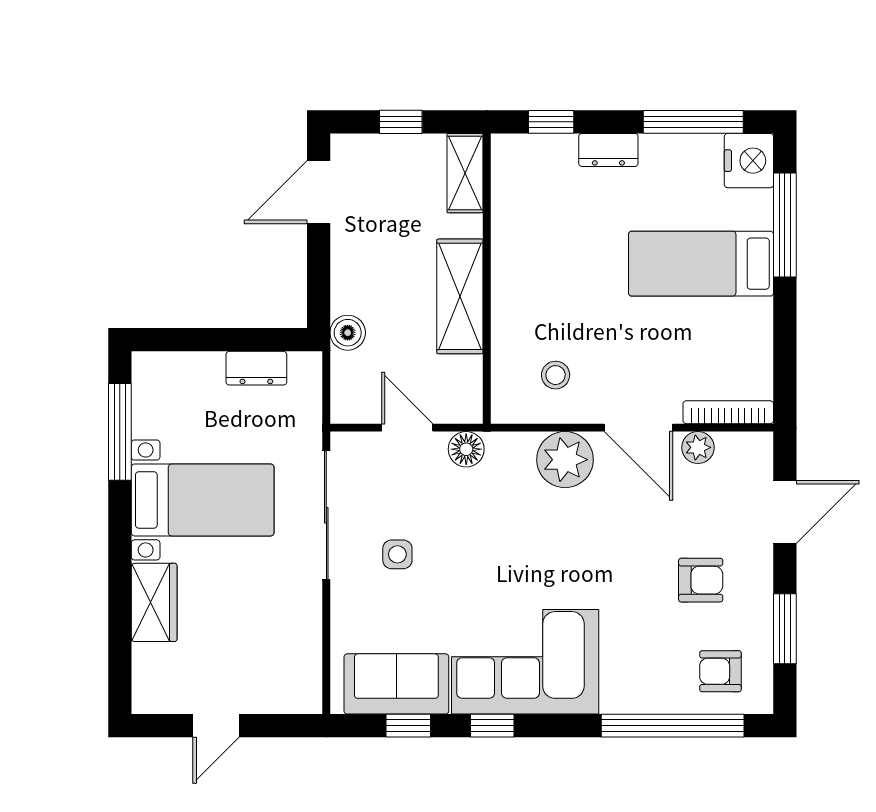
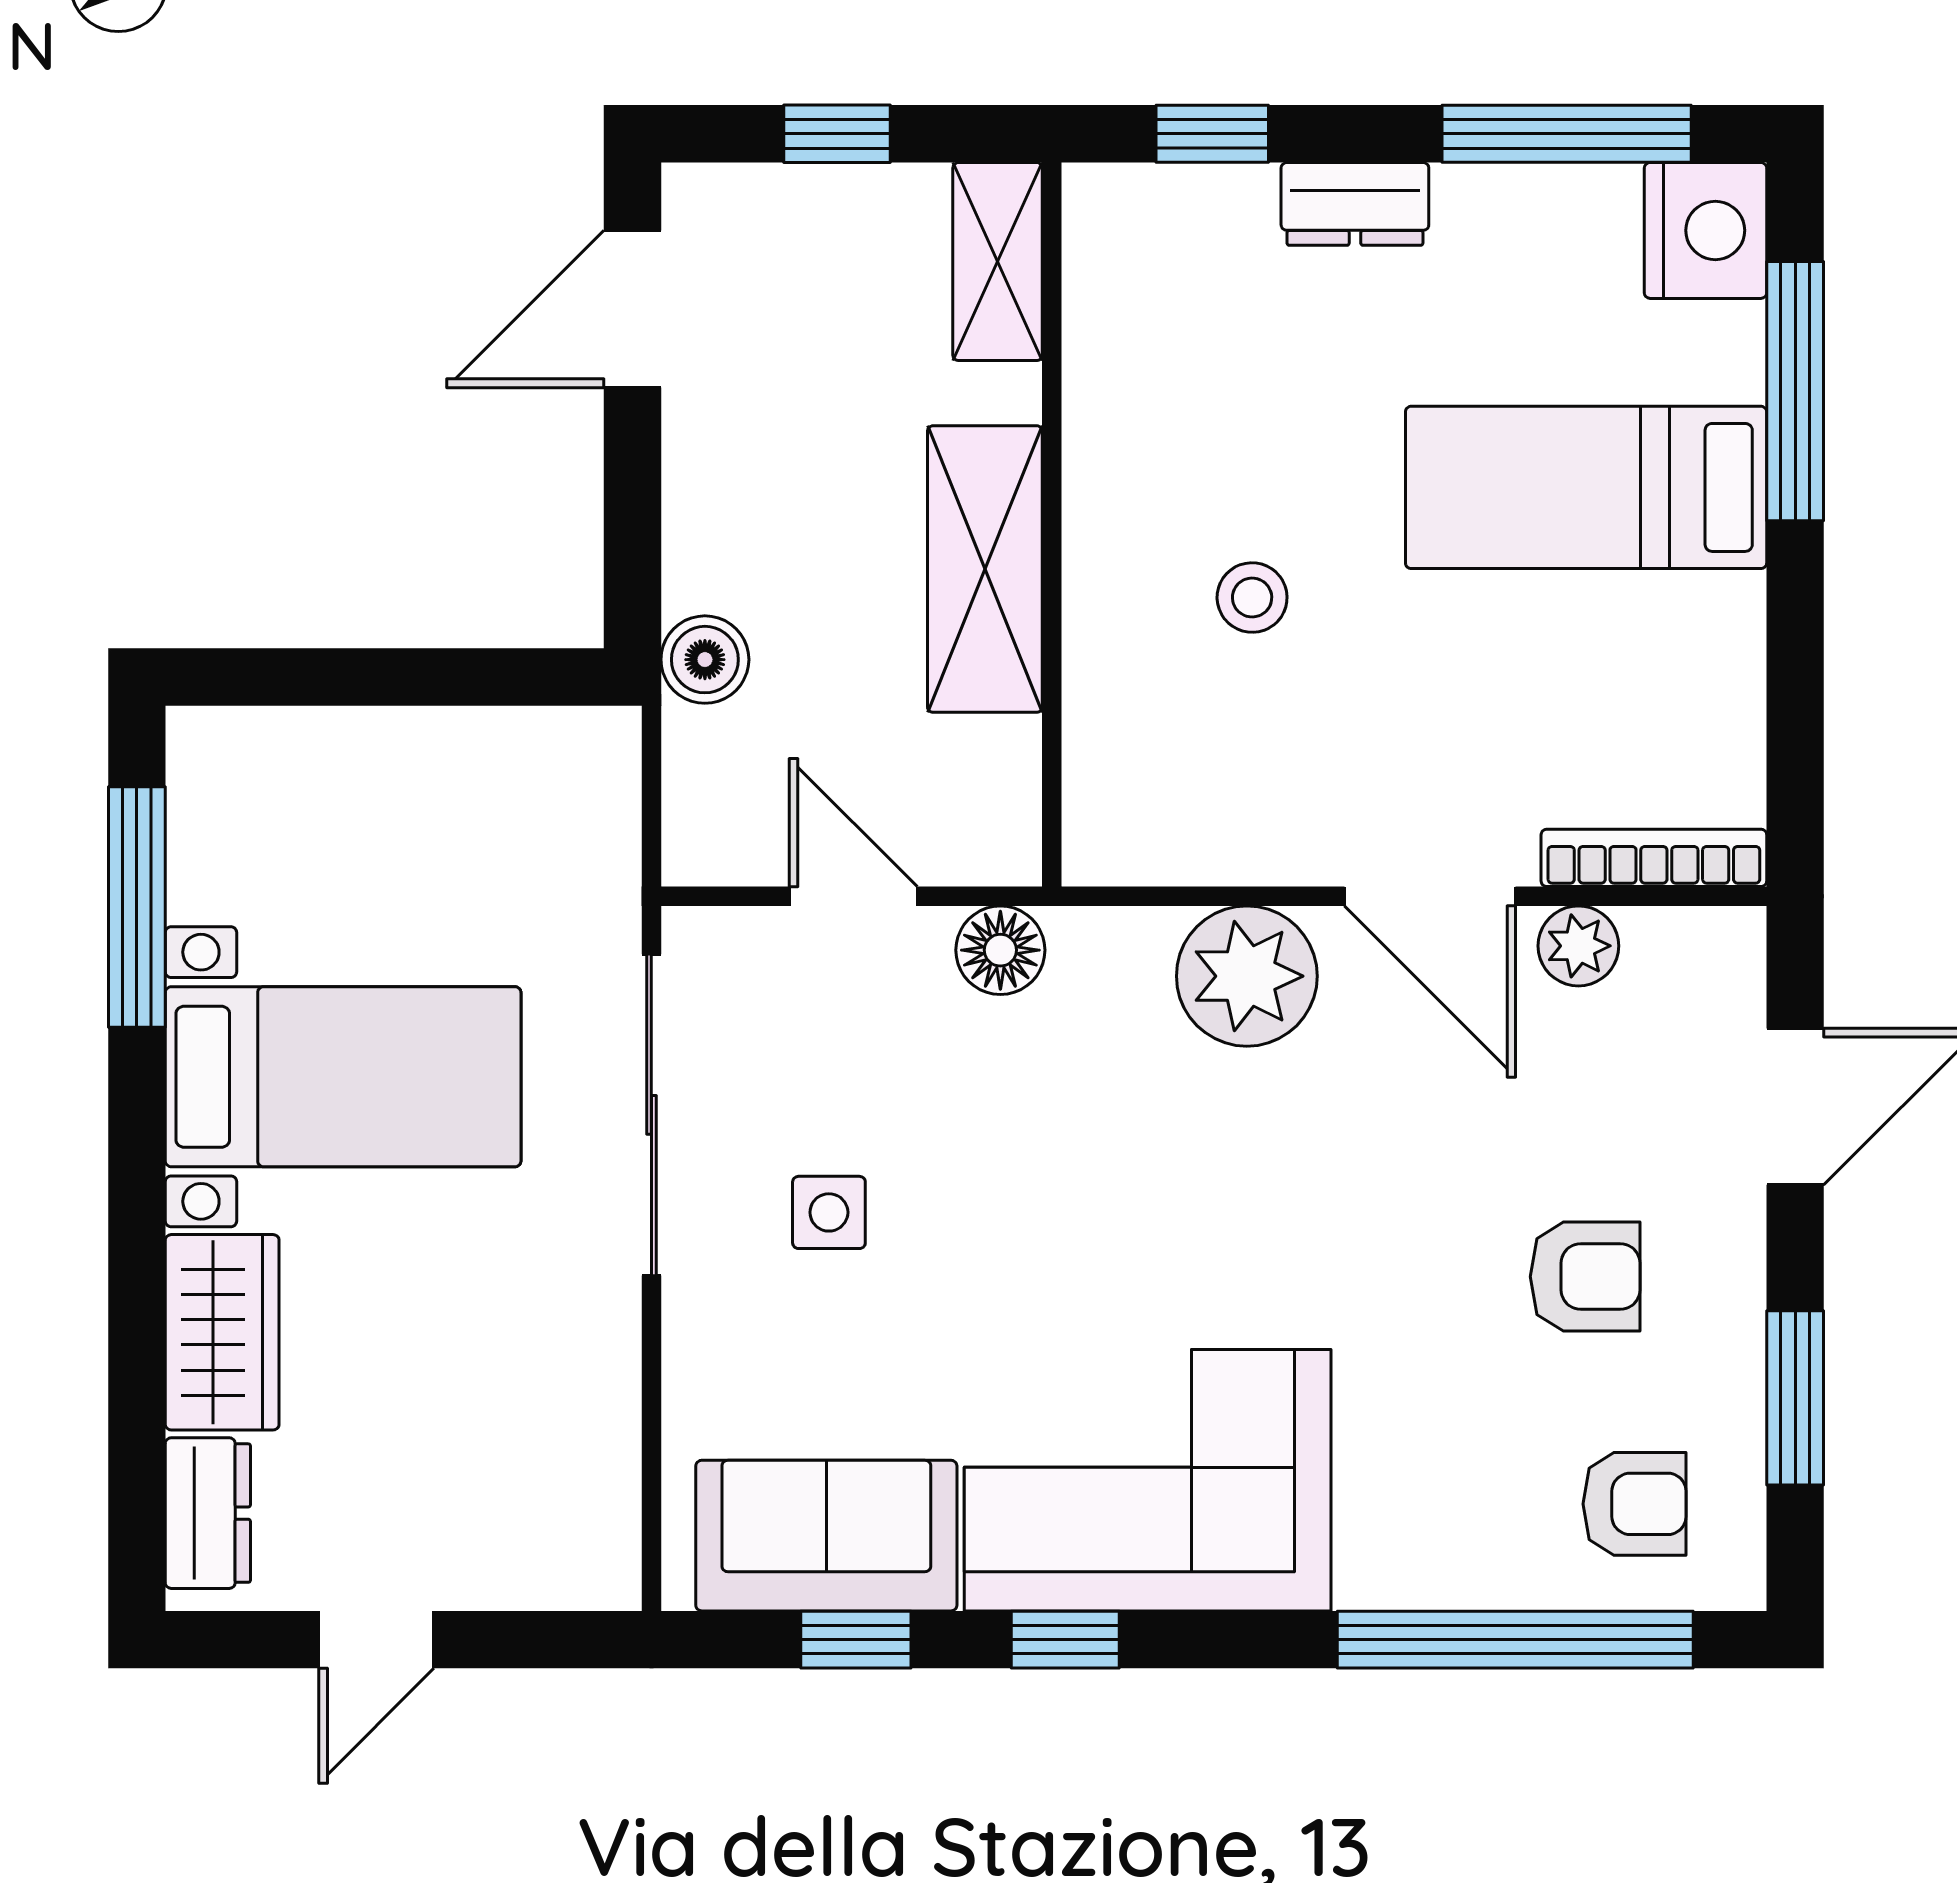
dresser: (256, 368) -> (208, 1513), moved, turned -90
stool: (556, 375) -> (1252, 598), moved
armchair: (720, 671) -> (1635, 1504), turned 180

